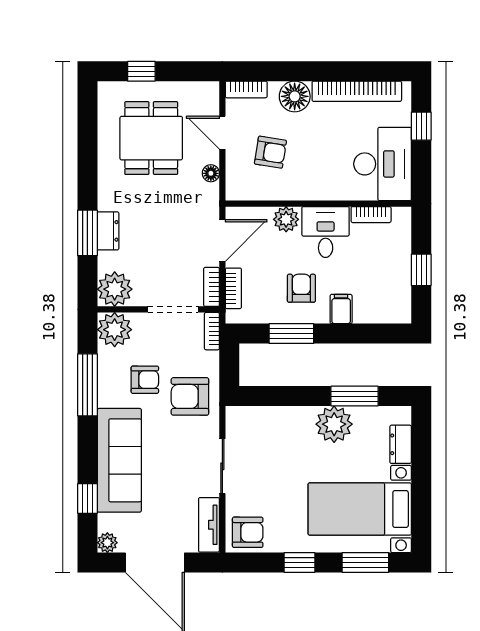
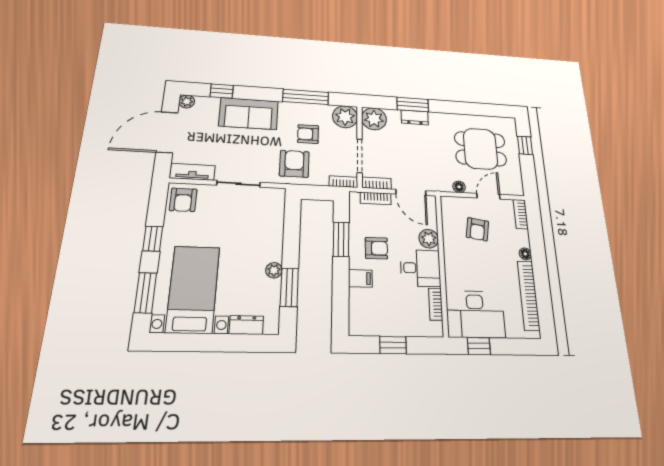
floor lamp: (295, 96) -> (525, 254), width x0.53, depth x0.53
window: (421, 126) -> (479, 346), moved
armchair: (145, 380) -> (308, 134), turned 90
plant: (334, 424) -> (274, 270), width x0.53, depth x0.53
sofa: (119, 460) -> (249, 113), width x0.73

